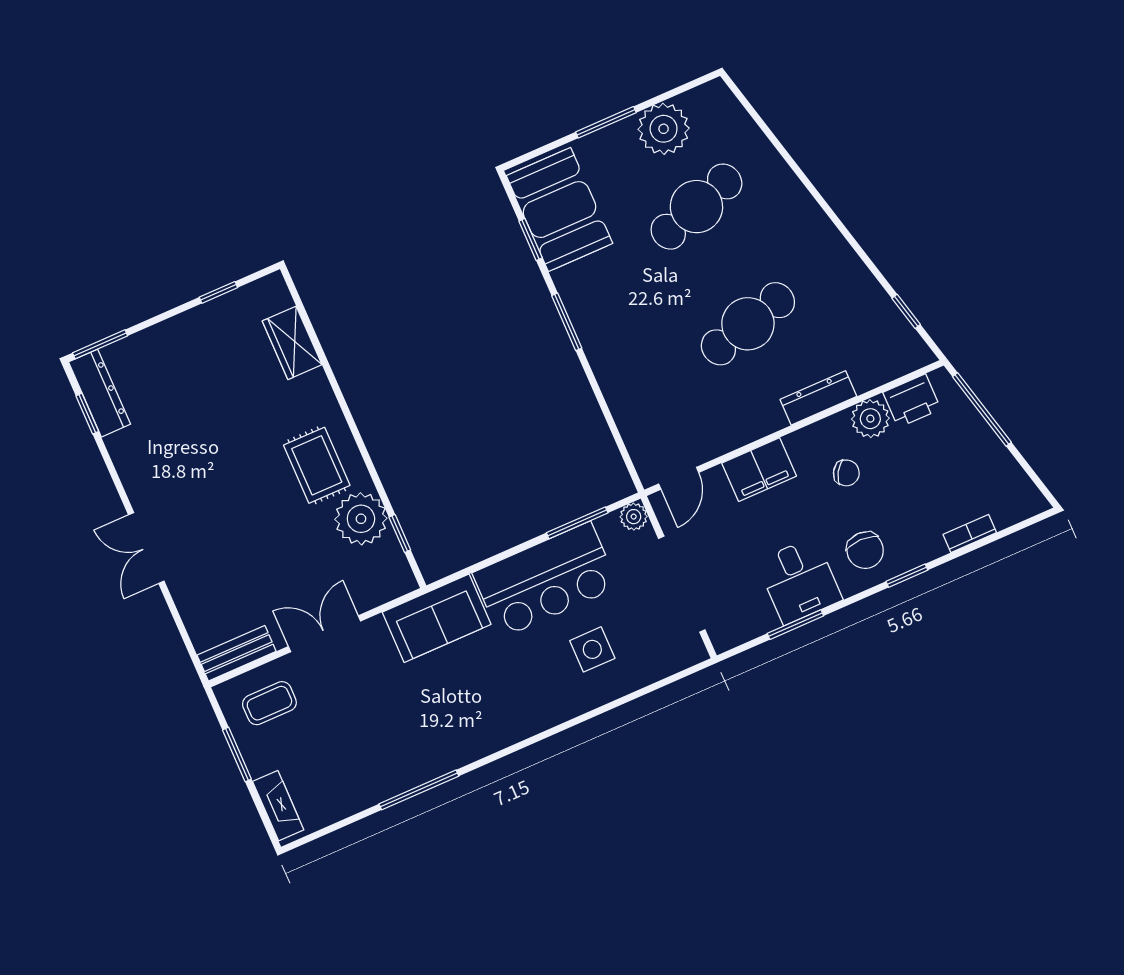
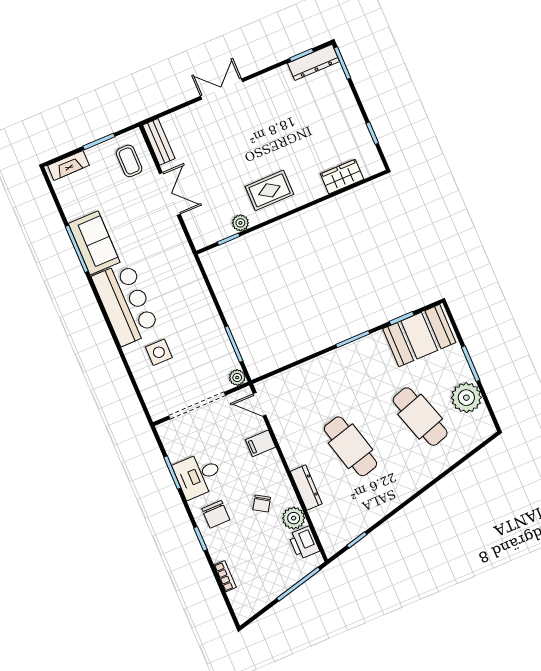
filing cabinet: (759, 470) -> (261, 443), width x0.50
plant: (361, 519) -> (240, 223), width x0.53, depth x0.53
chair: (865, 550) -> (216, 514), turned -90
bar counter: (546, 580) -> (126, 303), moved, turned 180
sofa: (437, 618) -> (94, 243), moved, turned 180

